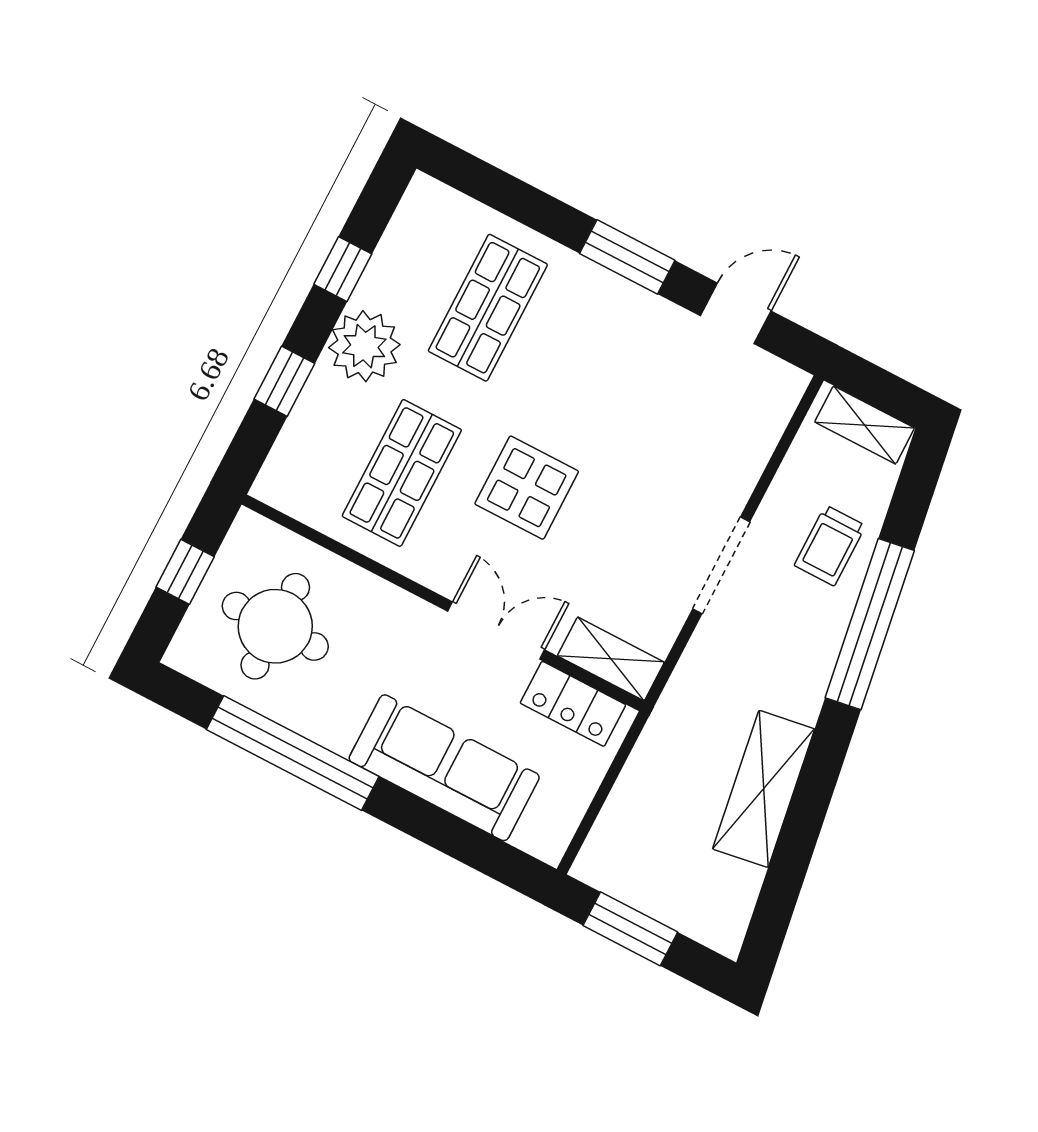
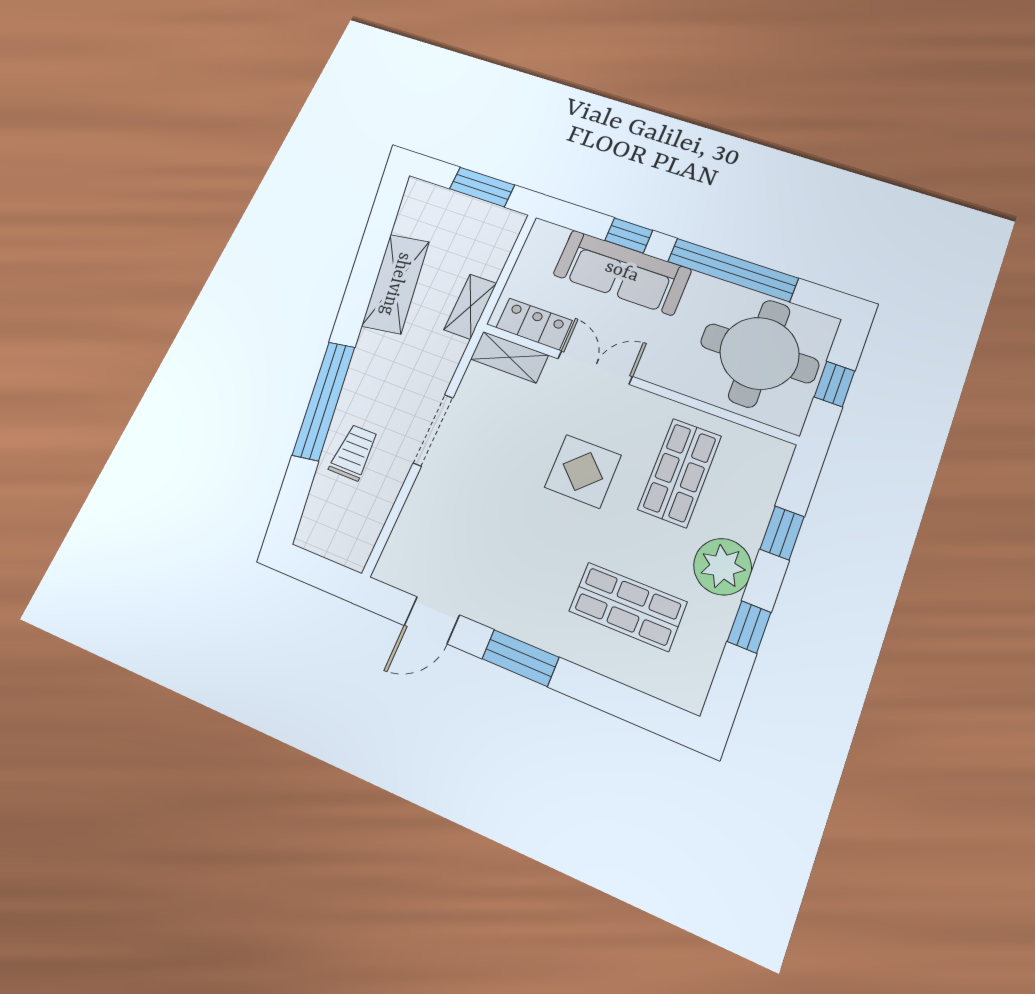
shop shelf: (488, 308) -> (628, 606), turned 90
shelving: (865, 425) -> (470, 307), moved, turned 90
round table: (275, 626) -> (759, 353), width x1.36, depth x1.36
double door: (496, 630) -> (595, 368), swing flipped
window: (428, 824) -> (629, 235), added

